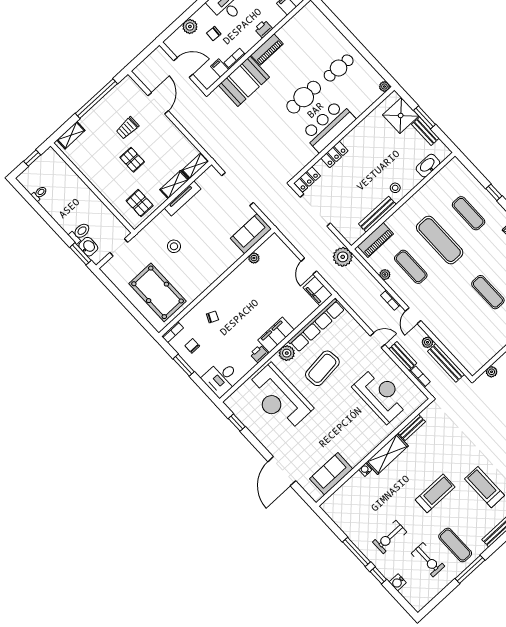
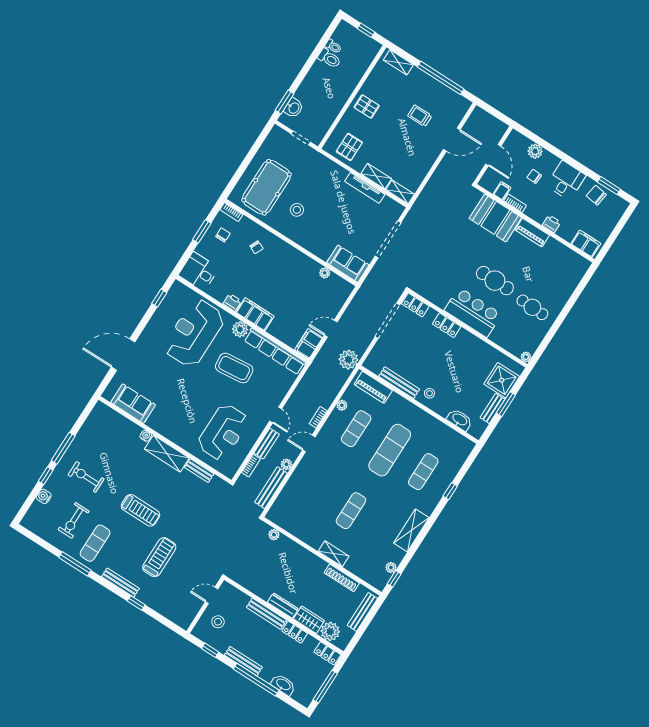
pallet: (132, 160) -> (367, 107), moved, turned 90
toilet: (80, 233) -> (329, 58), moved
stool: (174, 246) -> (297, 210), moved

